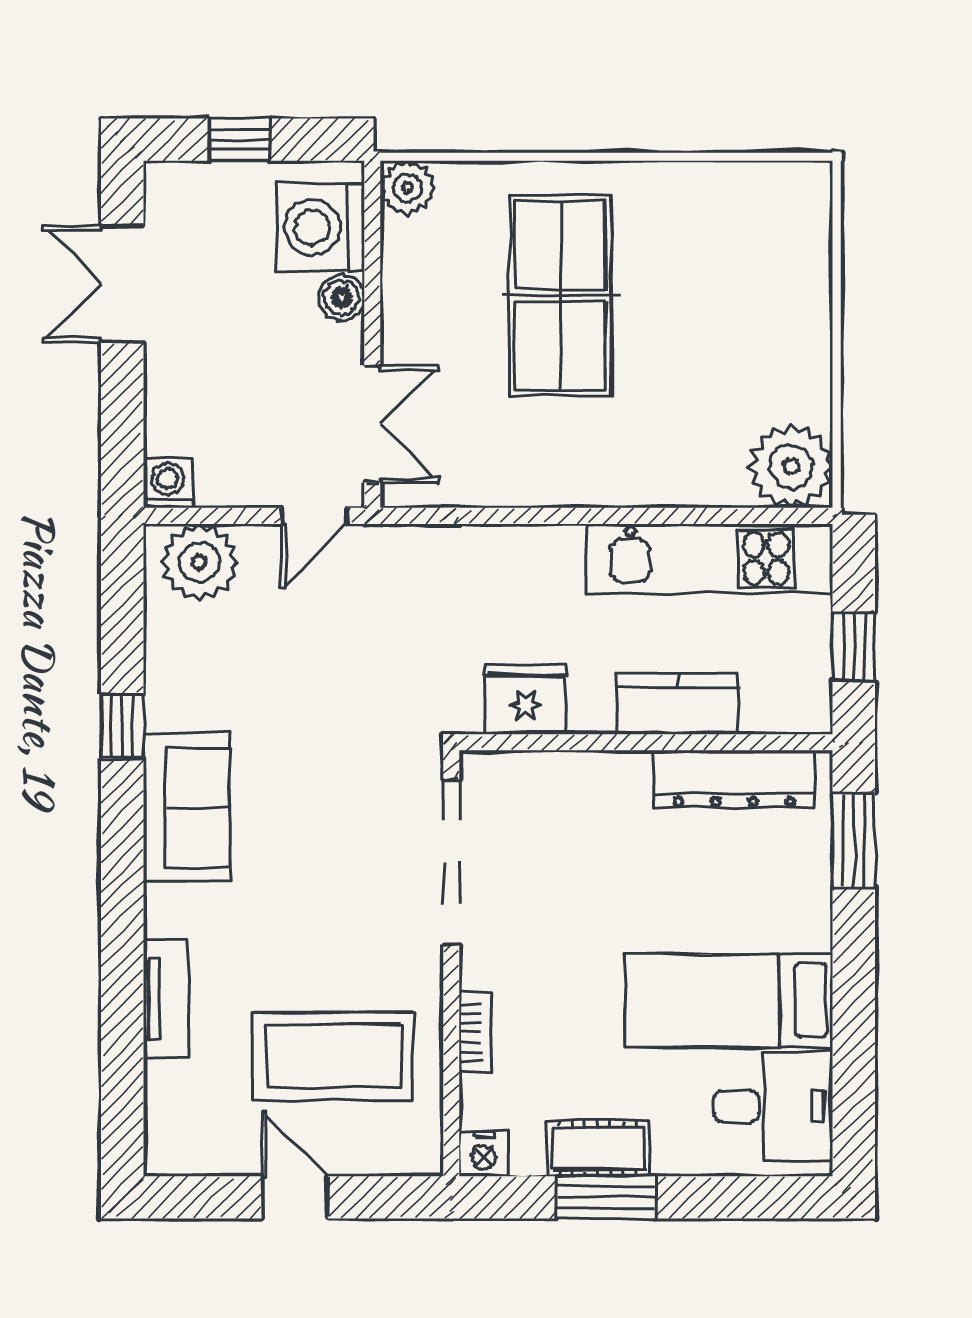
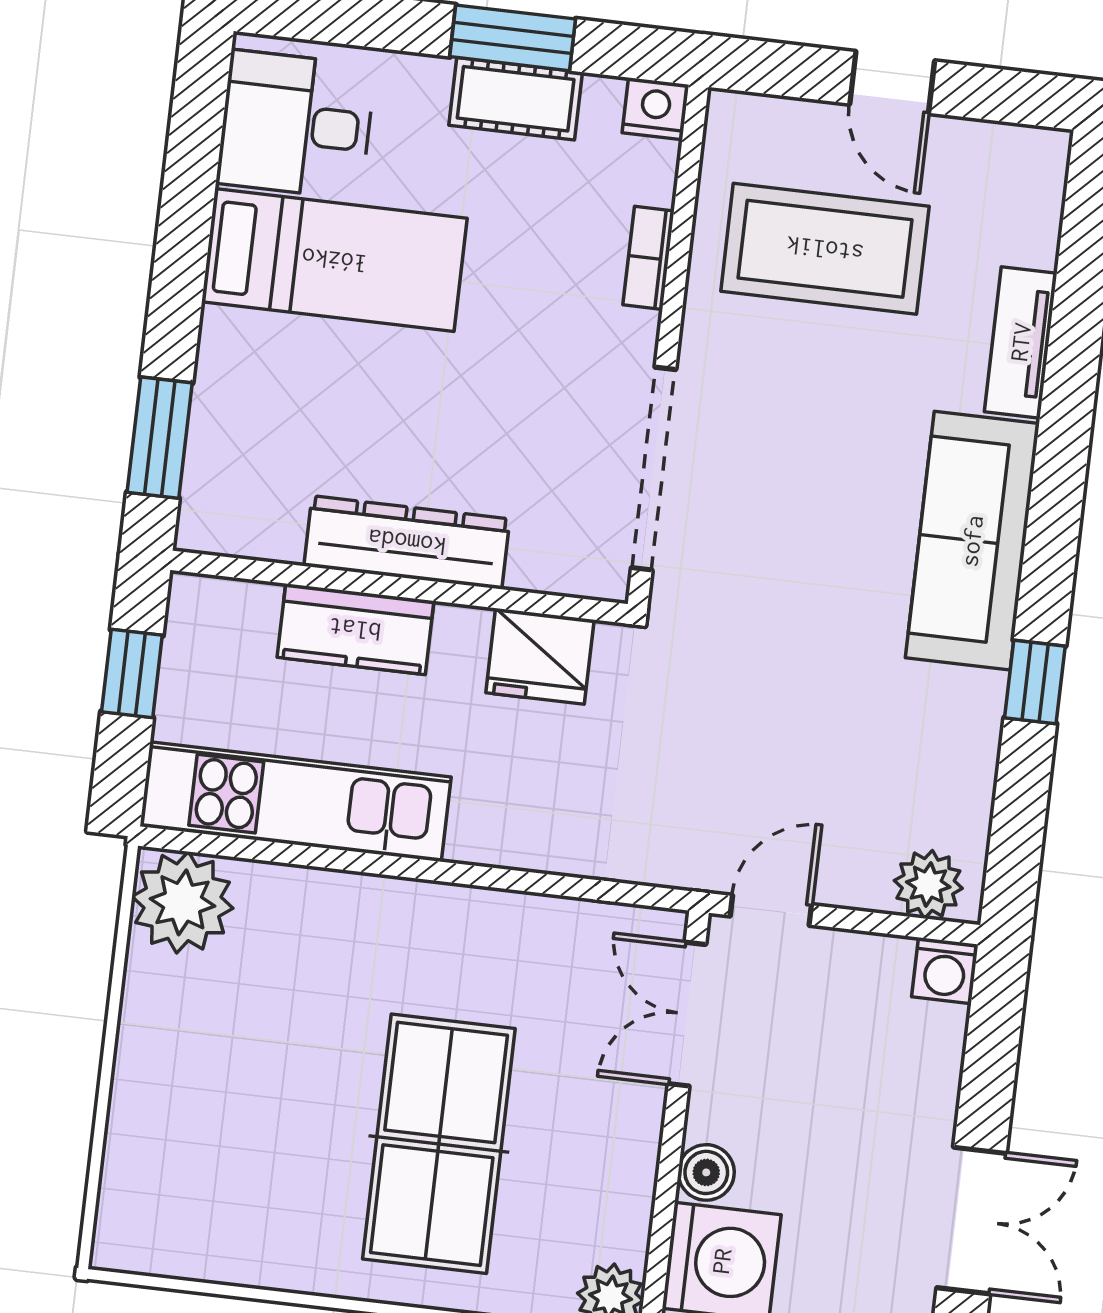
plant: (199, 562) -> (928, 884), width x0.73, depth x0.73
dresser: (734, 779) -> (407, 542), moved
sofa: (186, 807) -> (972, 541), width x1.36

